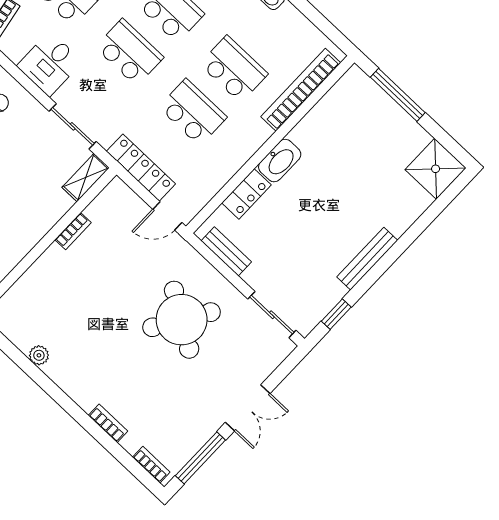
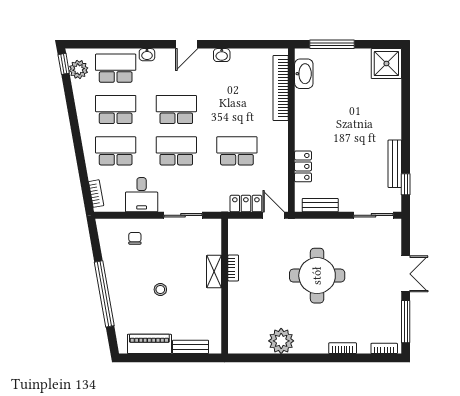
school desk: (234, 69) -> (237, 110), removed
washbasin: (280, 161) -> (304, 74), moved
locker: (141, 168) -> (246, 204), width x0.66
shelving: (86, 177) -> (214, 272), moved
door: (167, 216) -> (274, 215), swing flipped
bench: (367, 259) -> (395, 164), moved
round table: (182, 320) -> (317, 276), moved, turned -32
plant: (39, 355) -> (281, 341), width x1.87, depth x1.87

